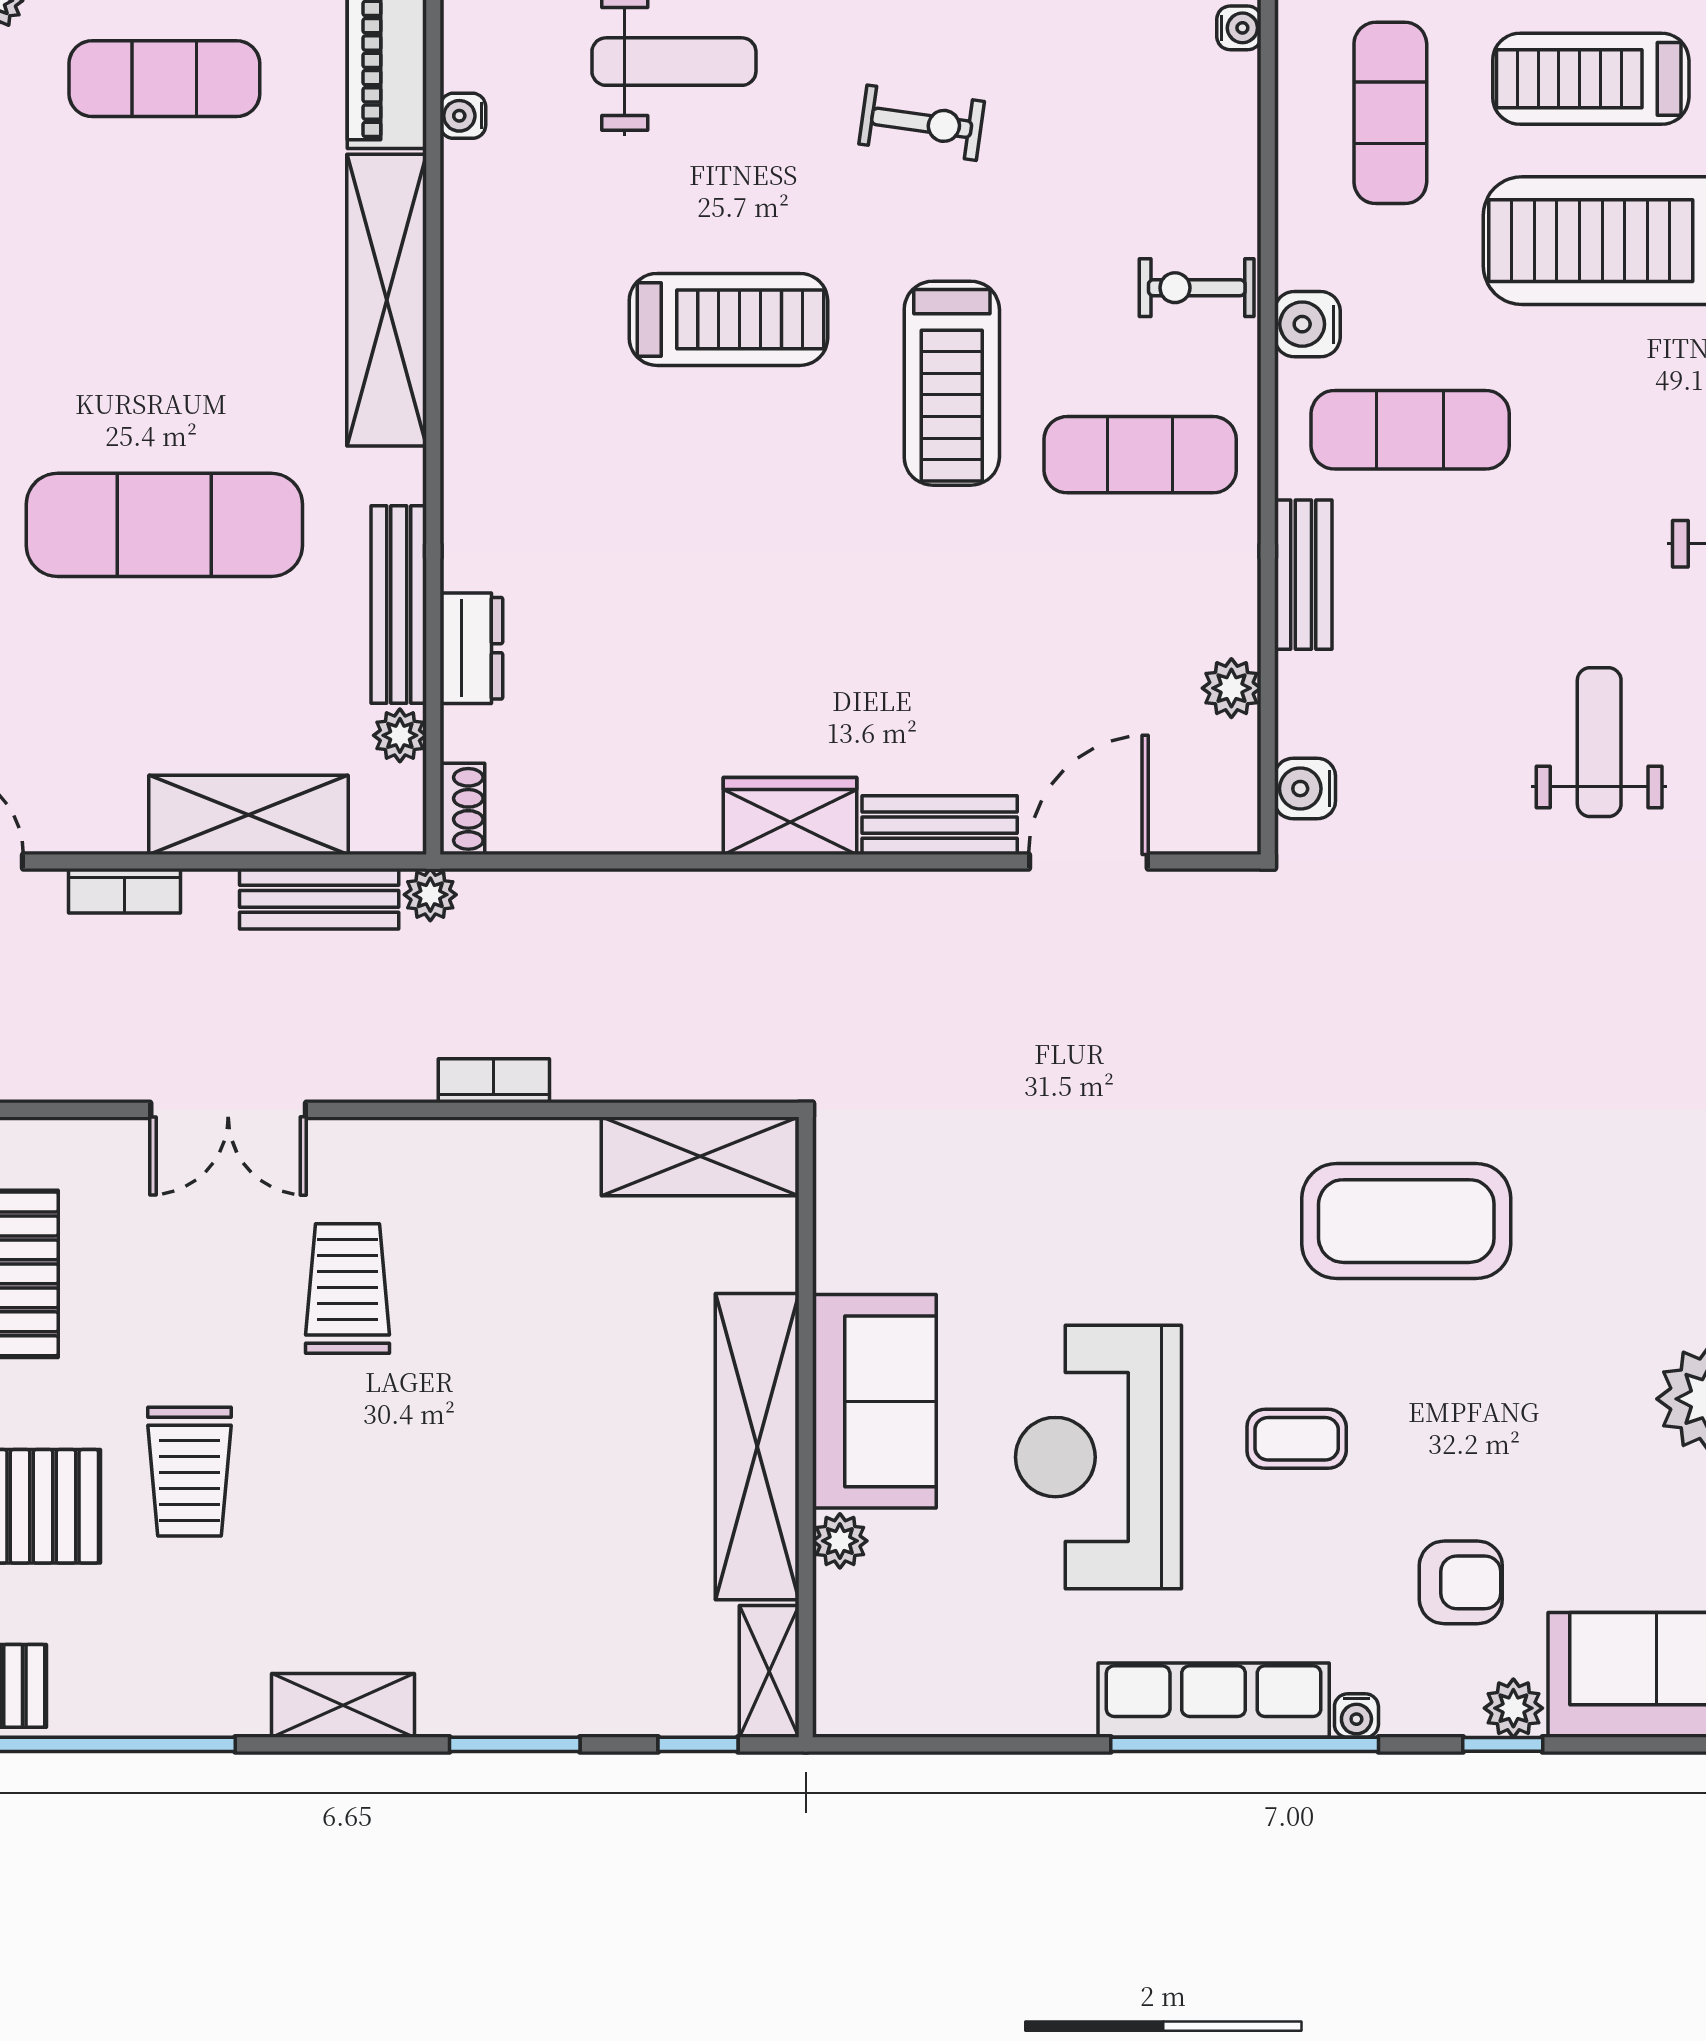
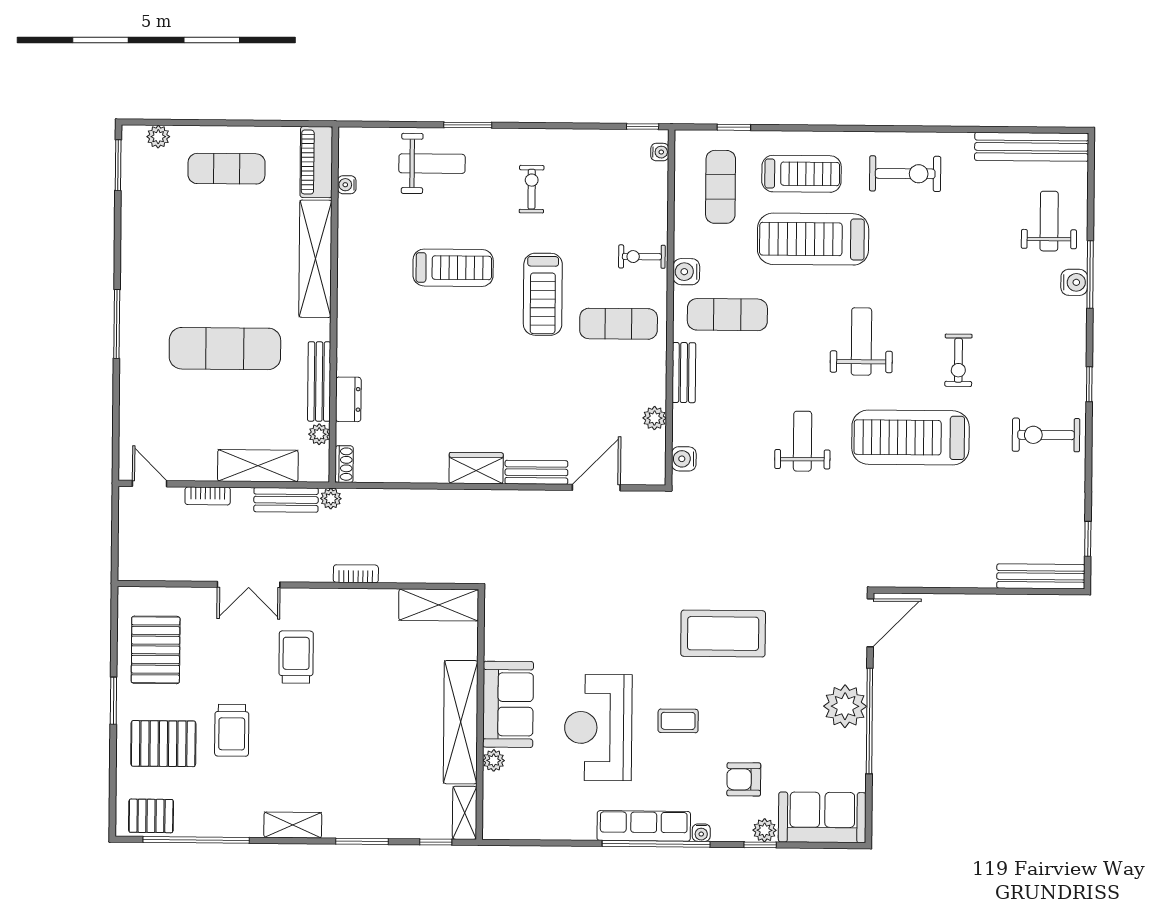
treadmill: (1591, 79) -> (801, 174), turned 180
exercise bike: (922, 123) -> (532, 189), turned -98
armchair: (1461, 1582) -> (744, 779), turned 180

